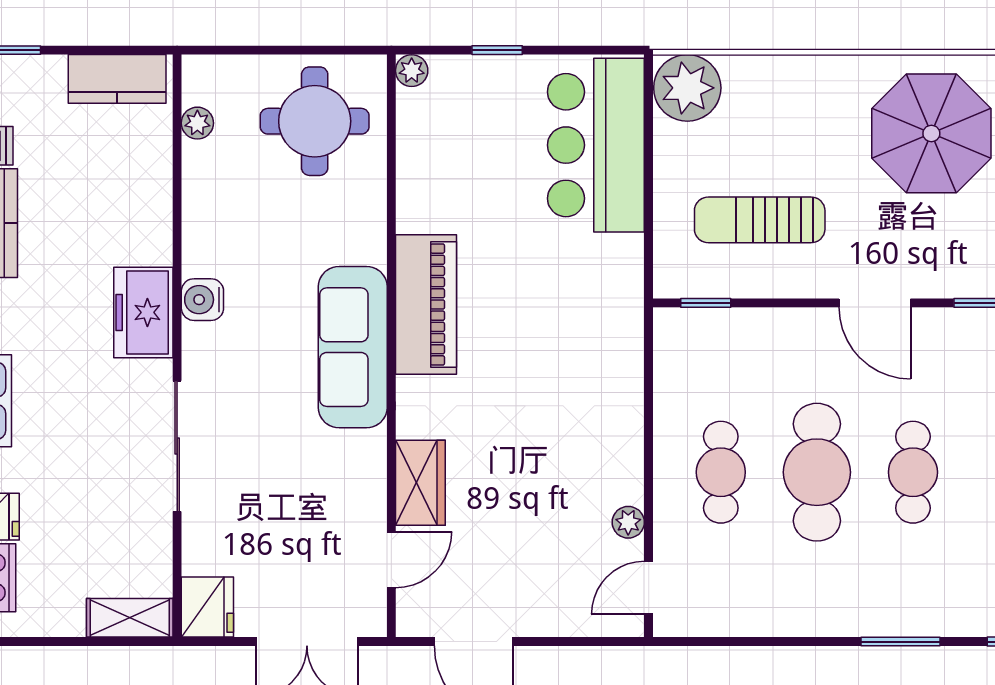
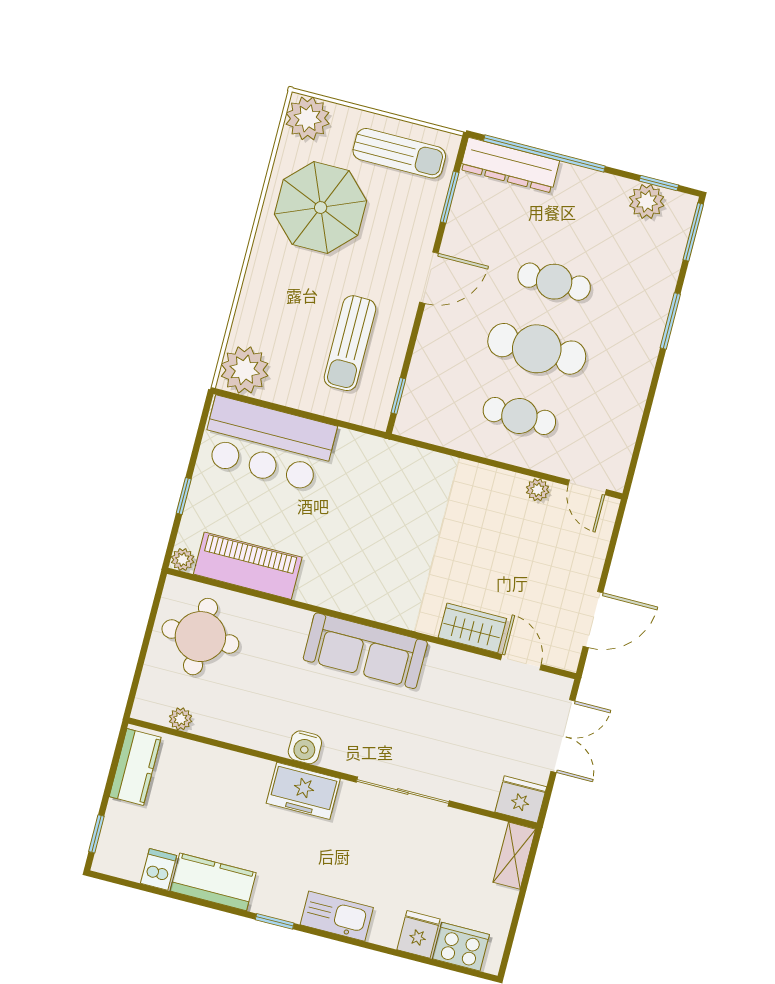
piano: (426, 304) -> (248, 566), moved

